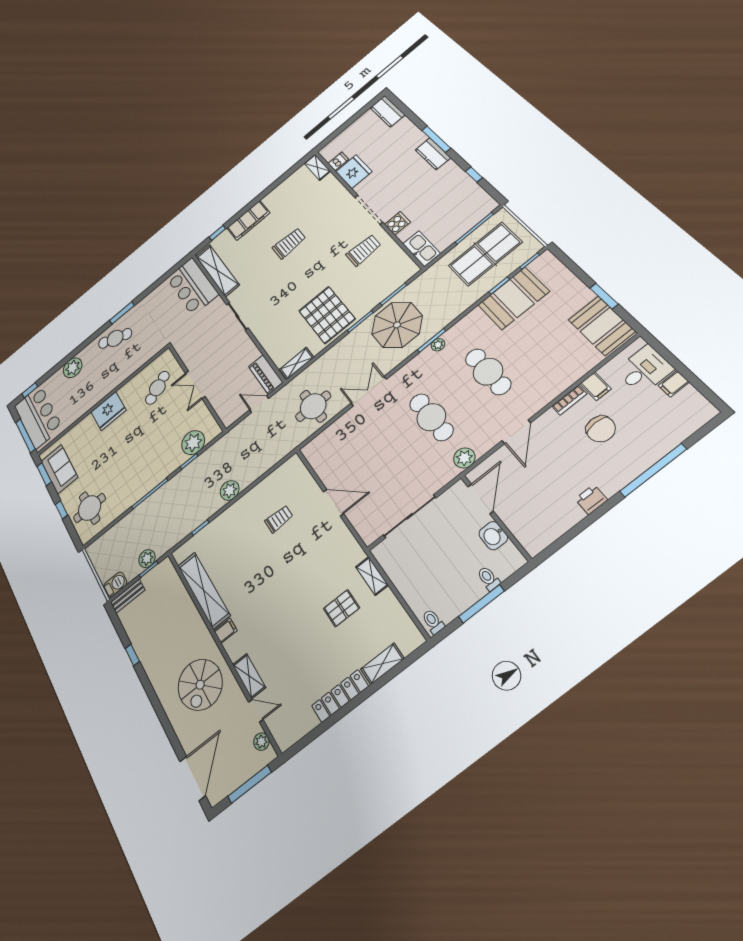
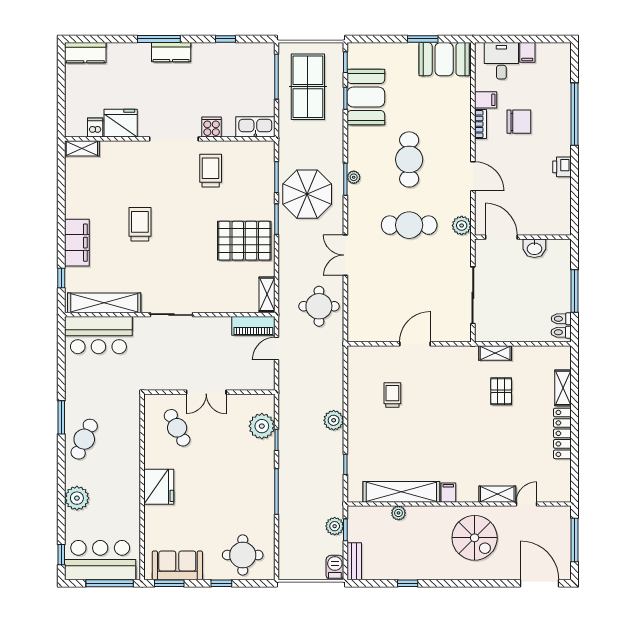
cafe table: (488, 372) -> (409, 159), turned 90
toilet: (488, 578) -> (561, 319), moved
plant: (261, 742) -> (399, 513), moved

